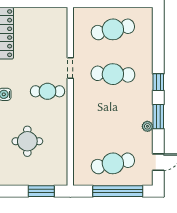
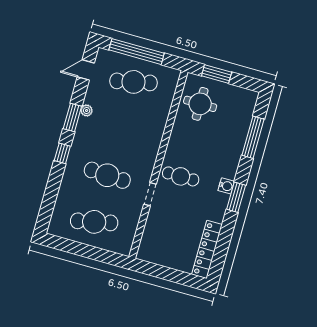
round table: (27, 141) -> (200, 104), moved

